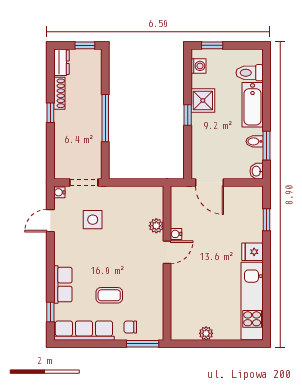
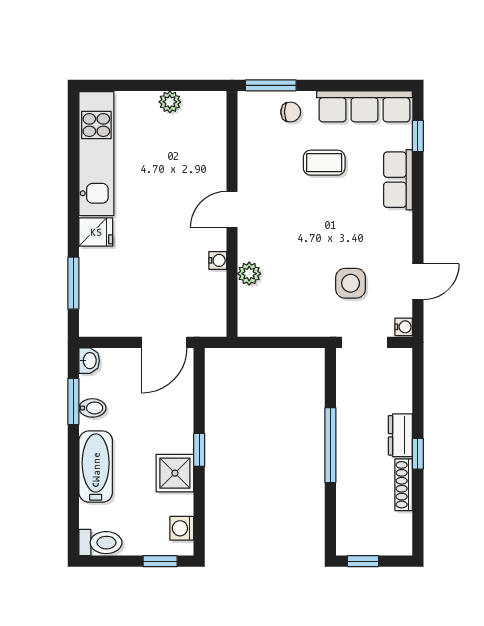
dresser: (61, 62) -> (400, 435), moved
toilet: (250, 73) -> (100, 543), moved
door: (209, 183) -> (164, 342), swing flipped
window: (267, 220) -> (73, 283), width x1.50
door: (167, 252) -> (232, 209), moved

